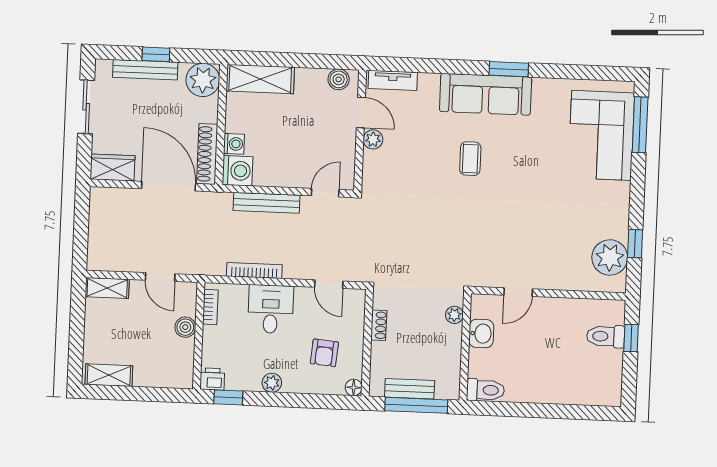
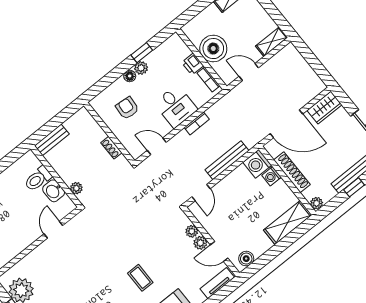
plant: (203, 80) -> (317, 203), width x0.53, depth x0.53
shoe rack: (207, 154) -> (292, 172), moved
plant: (371, 160) -> (192, 231), added
bookcase: (254, 270) -> (197, 123), width x0.64
boiler: (185, 327) -> (213, 49), width x1.86, depth x1.86
printer: (212, 379) -> (193, 64), moved, turned 90
floor lamp: (354, 387) -> (130, 76), moved
bench: (410, 389) -> (52, 140), moved
toilet: (485, 390) -> (38, 179), moved
window: (228, 397) -> (142, 53), moved
window: (416, 405) -> (55, 123), removed

